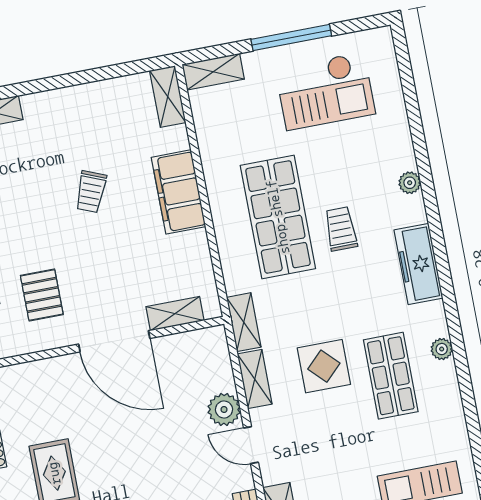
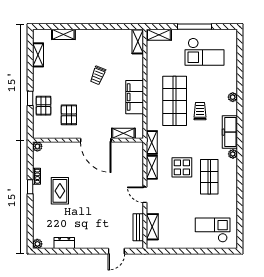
filing cabinet: (179, 192) -> (135, 97), moved
plant: (442, 349) -> (233, 154), moved
plant: (224, 409) -> (136, 178), removed

